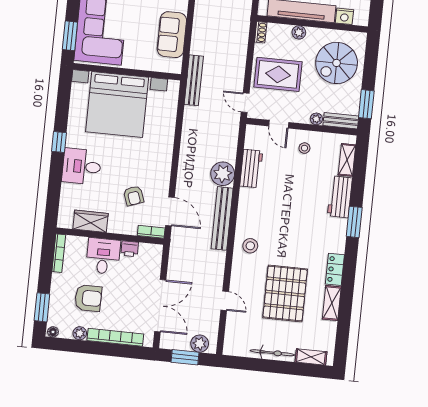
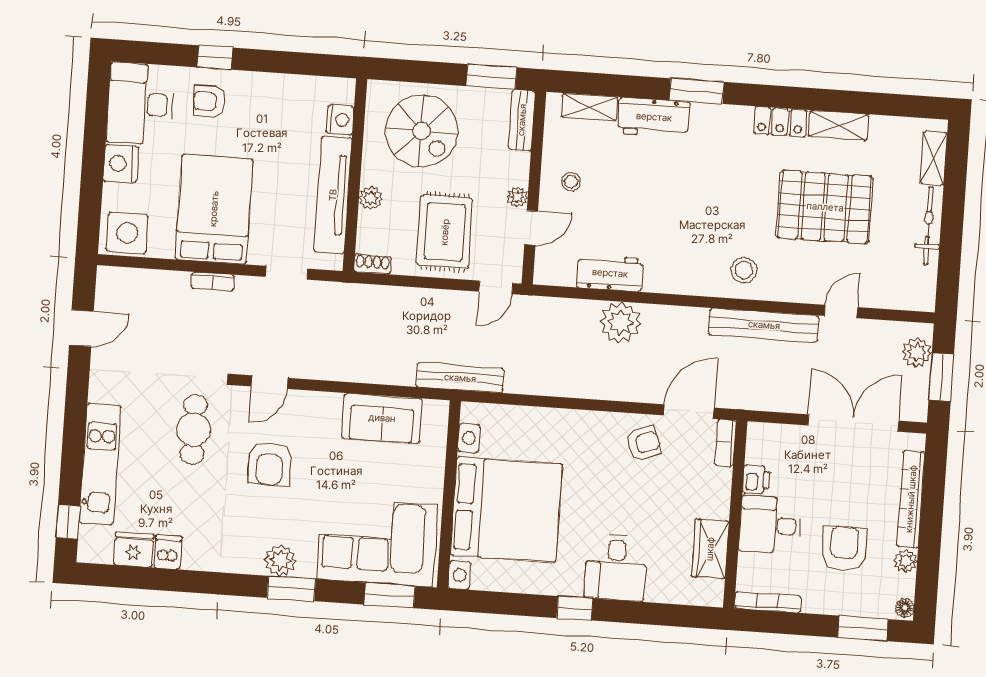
plant: (316, 119) -> (517, 197), moved
armchair: (134, 196) -> (643, 444), moved
bench: (222, 218) -> (764, 325), moved

